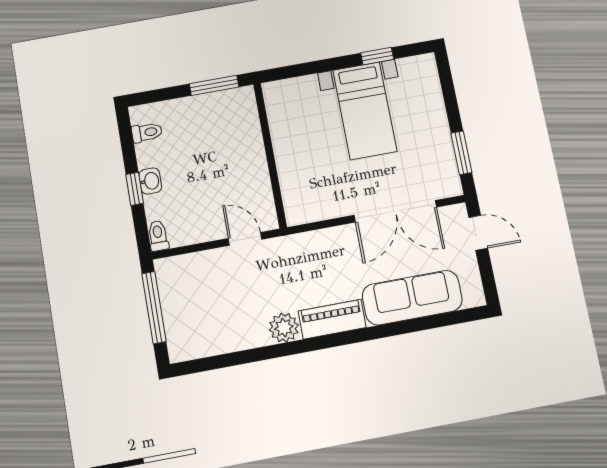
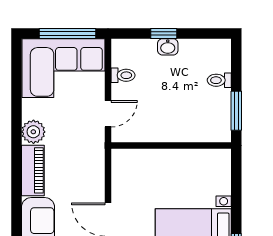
toilet: (147, 132) -> (219, 80), moved, turned 90
toilet: (158, 236) -> (123, 75), moved
corner sofa: (198, 304) -> (64, 68), added

